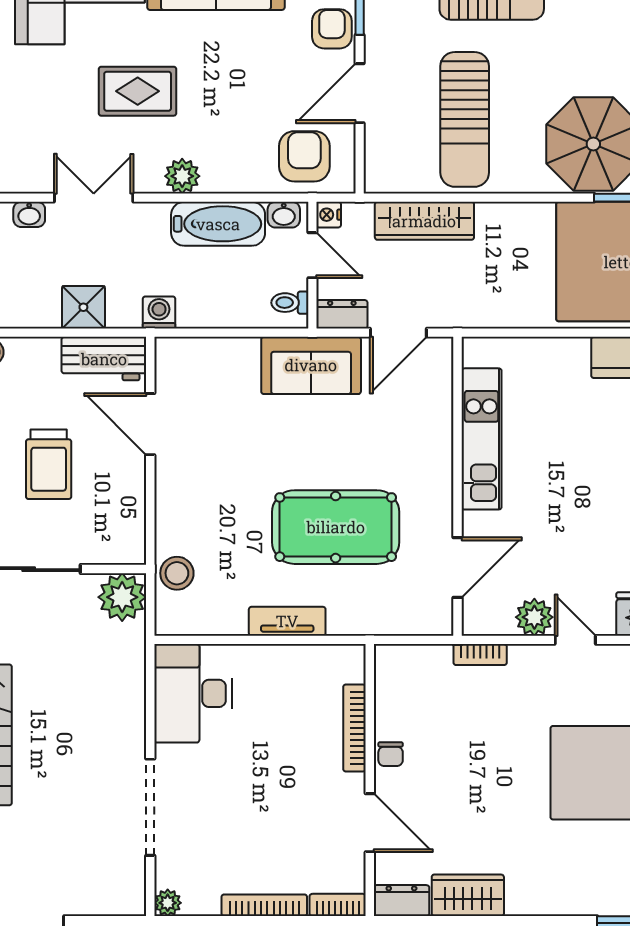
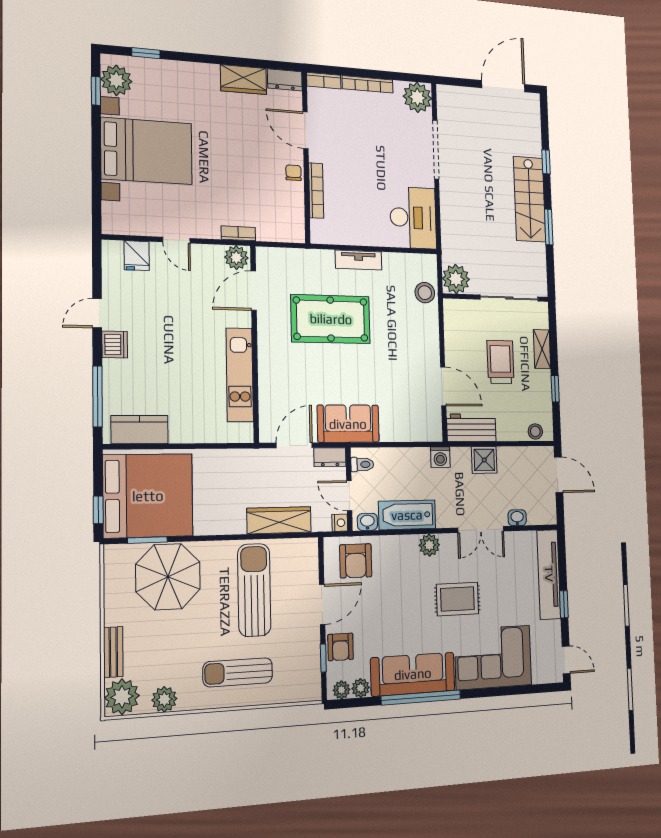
plant: (534, 617) -> (236, 258), moved
plant: (168, 903) -> (417, 97), width x1.88, depth x1.88

